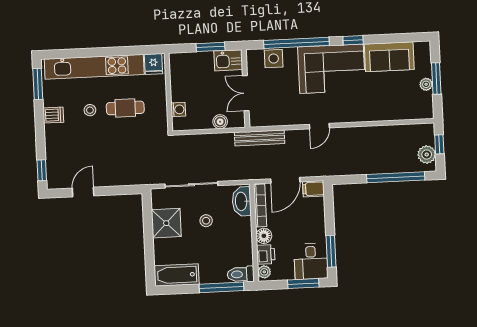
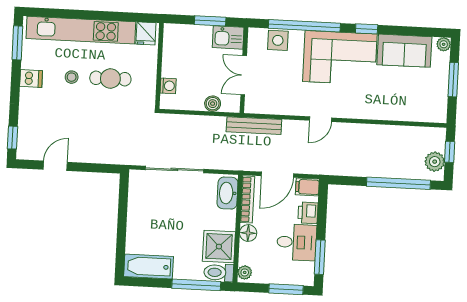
plant: (426, 84) -> (444, 44), moved
stool: (206, 221) -> (187, 210), removed
shower: (166, 223) -> (219, 247), moved
printer: (266, 254) -> (308, 213), moved, turned 180
desk: (311, 261) -> (297, 242), moved, turned -90

